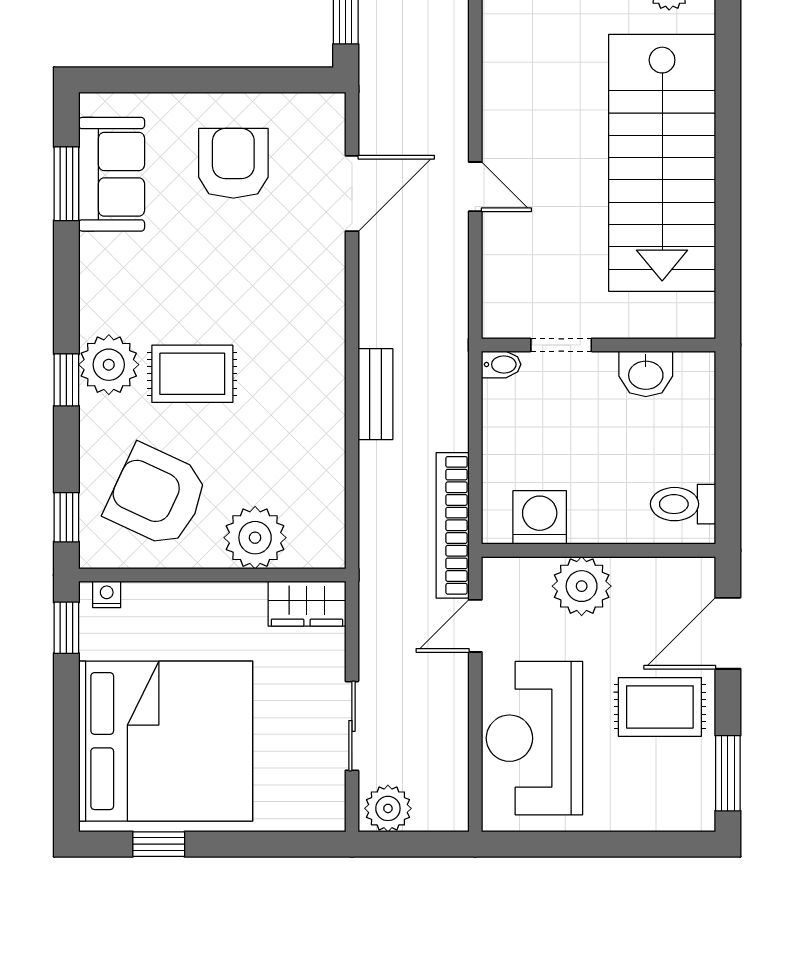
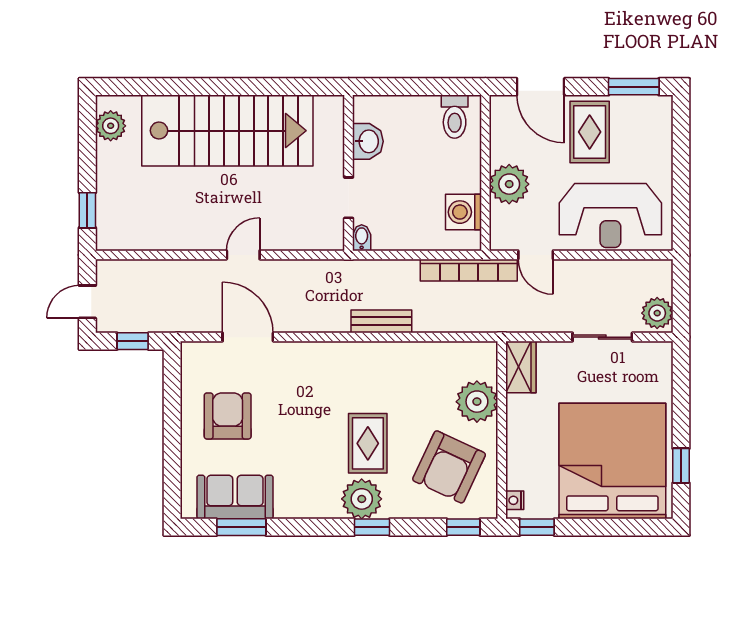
armchair: (233, 163) -> (228, 416), turned 90

